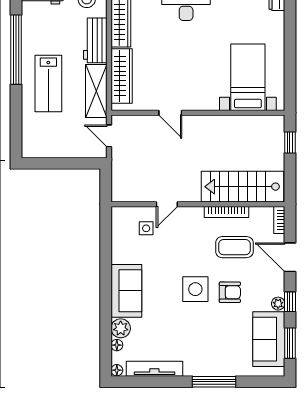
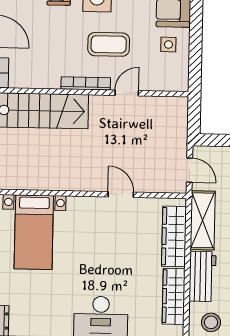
bookcase: (226, 212) -> (86, 83), moved
side table: (146, 228) -> (168, 45), moved
coffee table: (234, 247) -> (109, 44), moved

